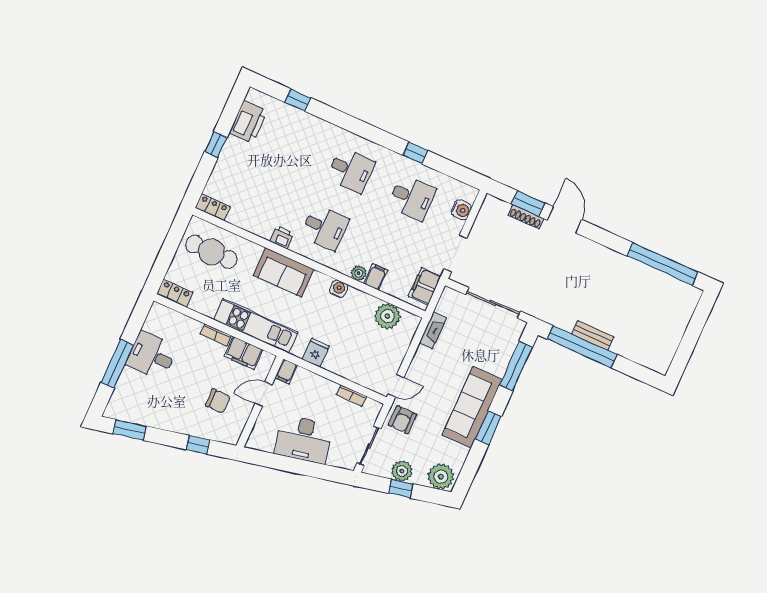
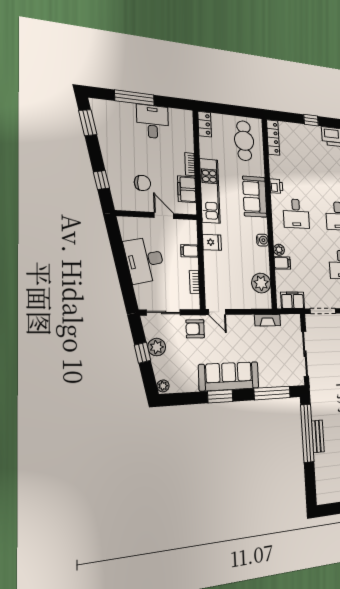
locker: (213, 207) -> (273, 137), width x1.53
filing cabinet: (286, 371) -> (189, 251), moved
chair: (218, 401) -> (142, 183), turned -90
plant: (441, 477) -> (163, 386), width x0.53, depth x0.53

